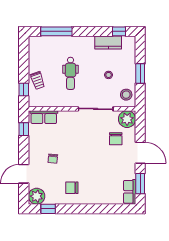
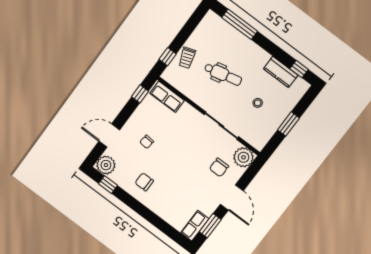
dental chair: (71, 73) -> (223, 74), turned -103
stool: (126, 95) -> (260, 134), removed

